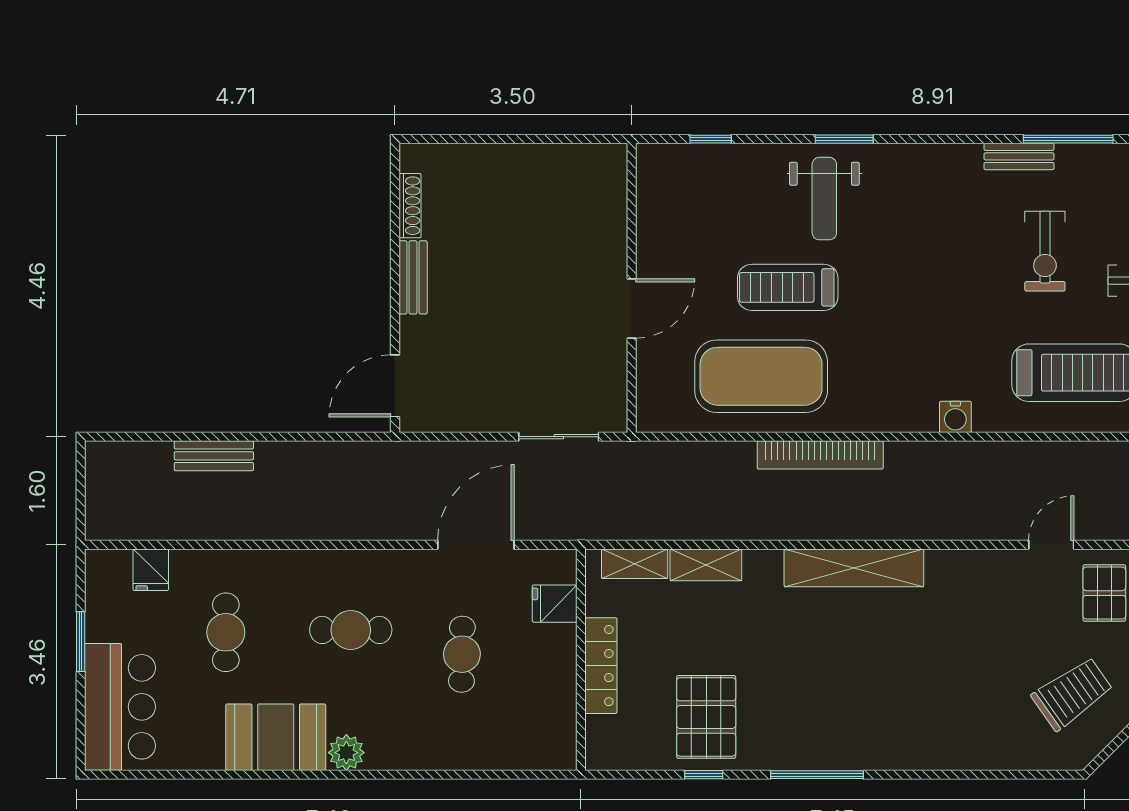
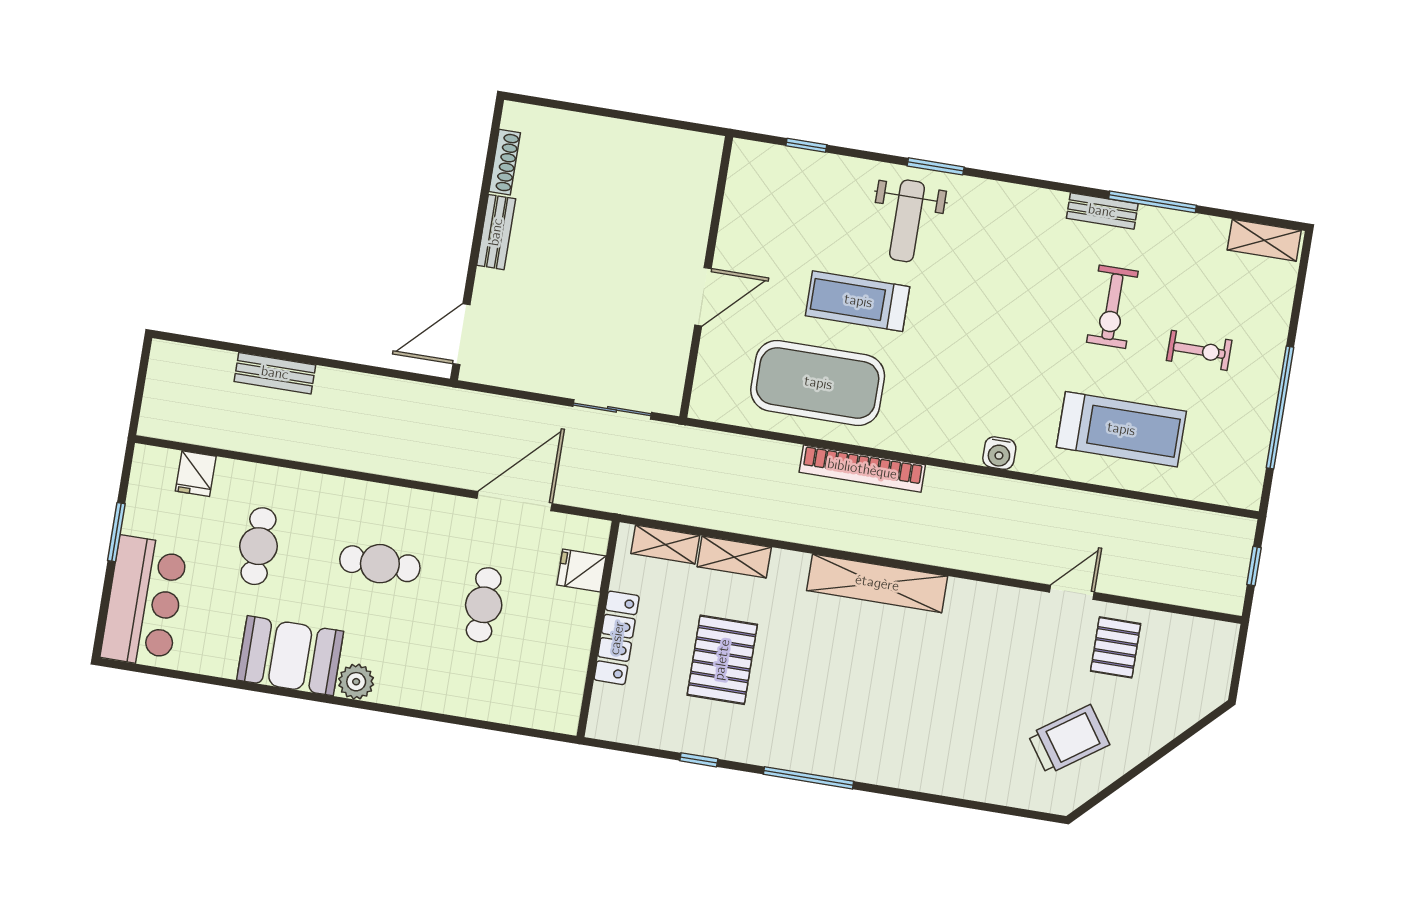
pallet: (706, 717) -> (722, 660), moved

